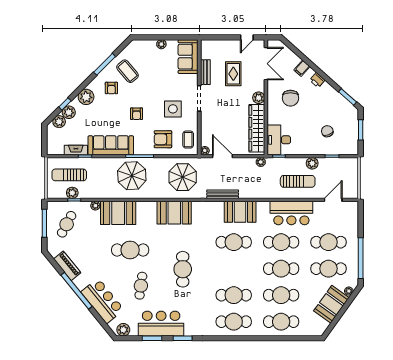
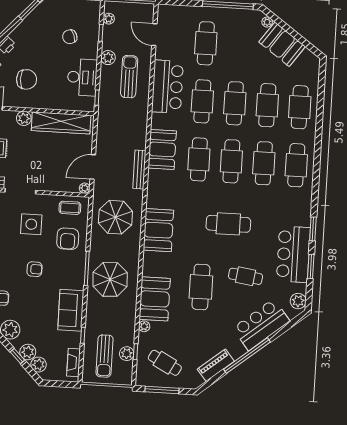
desk: (279, 140) -> (82, 77), moved, turned -90
sofa: (111, 145) -> (71, 310), width x0.73
fireplace: (76, 150) -> (74, 363), moved
plant: (261, 162) -> (109, 19), moved
cafe table: (329, 269) -> (231, 161), moved

